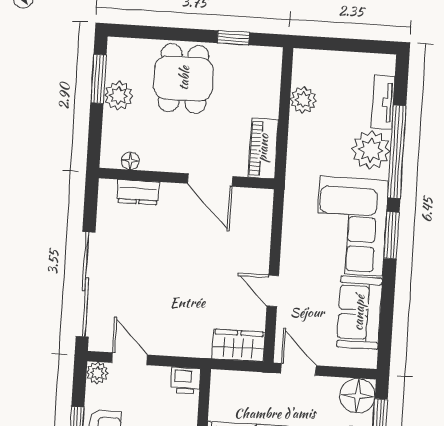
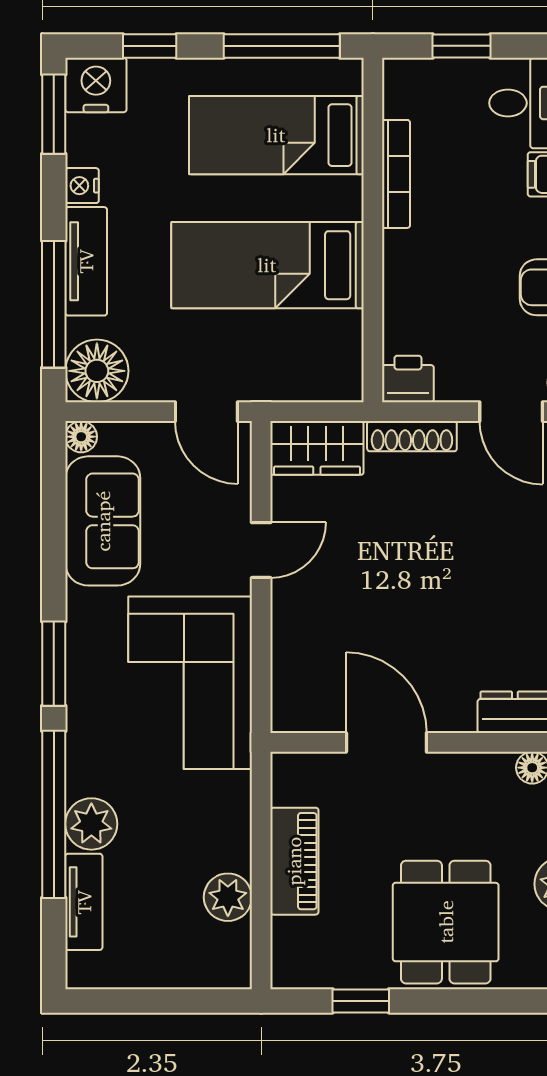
piano: (263, 148) -> (294, 861), moved
plant: (371, 150) -> (91, 824), width x0.73, depth x0.73
corner sofa: (351, 226) -> (190, 683), moved, turned 180
door: (273, 291) -> (261, 550), hinge flipped
shoe rack: (185, 349) -> (412, 436), added
floor lamp: (368, 360) -> (81, 437), added

